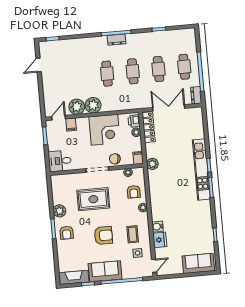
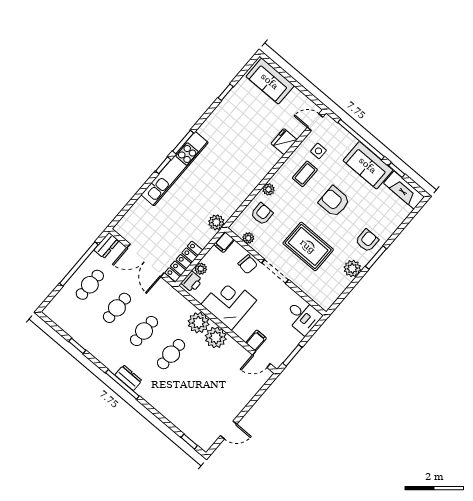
plant: (77, 107) -> (199, 323), moved
water cooler: (158, 227) -> (273, 157), removed

